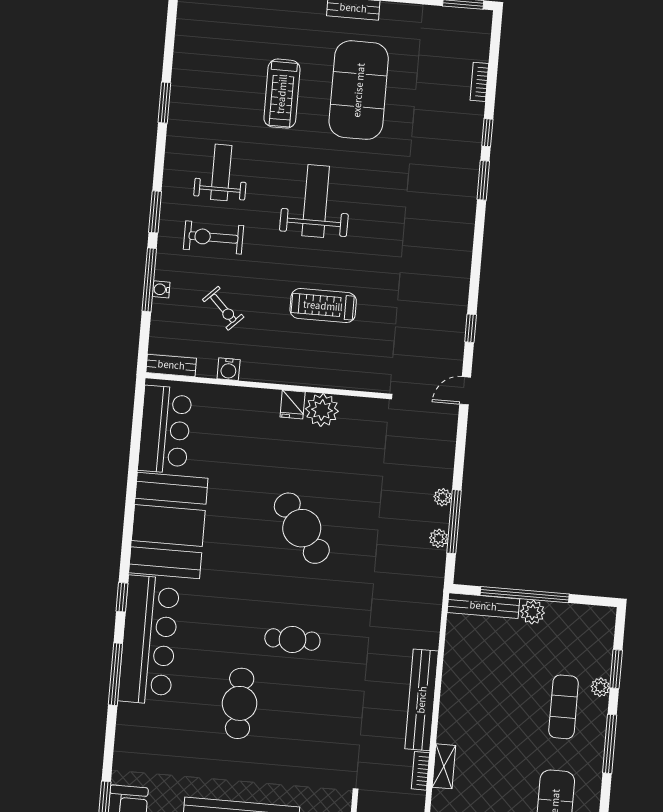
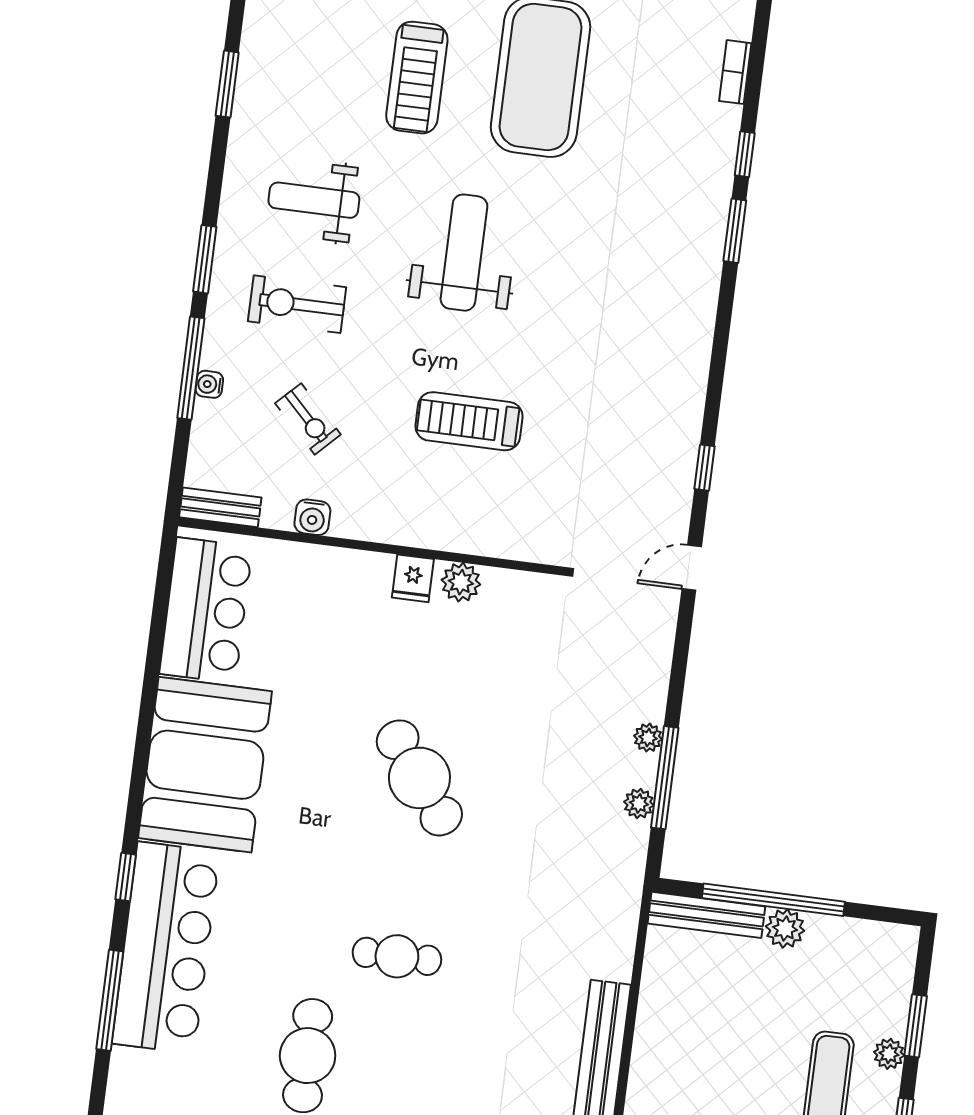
weight bench: (221, 172) -> (314, 200), turned -90
plant: (322, 410) -> (461, 582), width x0.73, depth x0.73

